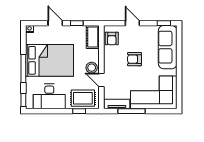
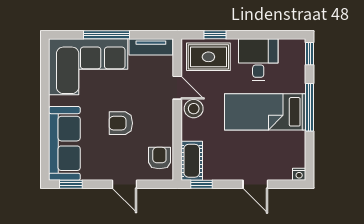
window: (77, 23) -> (202, 184), moved
armchair: (135, 59) -> (121, 123), turned 180
bed: (50, 60) -> (265, 112), width x0.67
desk: (49, 96) -> (258, 60), width x0.73
window: (131, 111) -> (107, 35), moved

